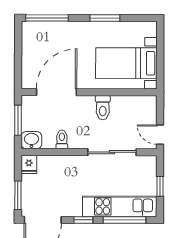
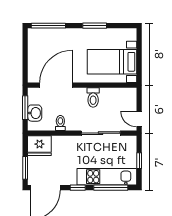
washbasin: (31, 140) -> (35, 113), moved, turned 90
fridge: (29, 164) -> (39, 146), width x1.88, depth x1.34

